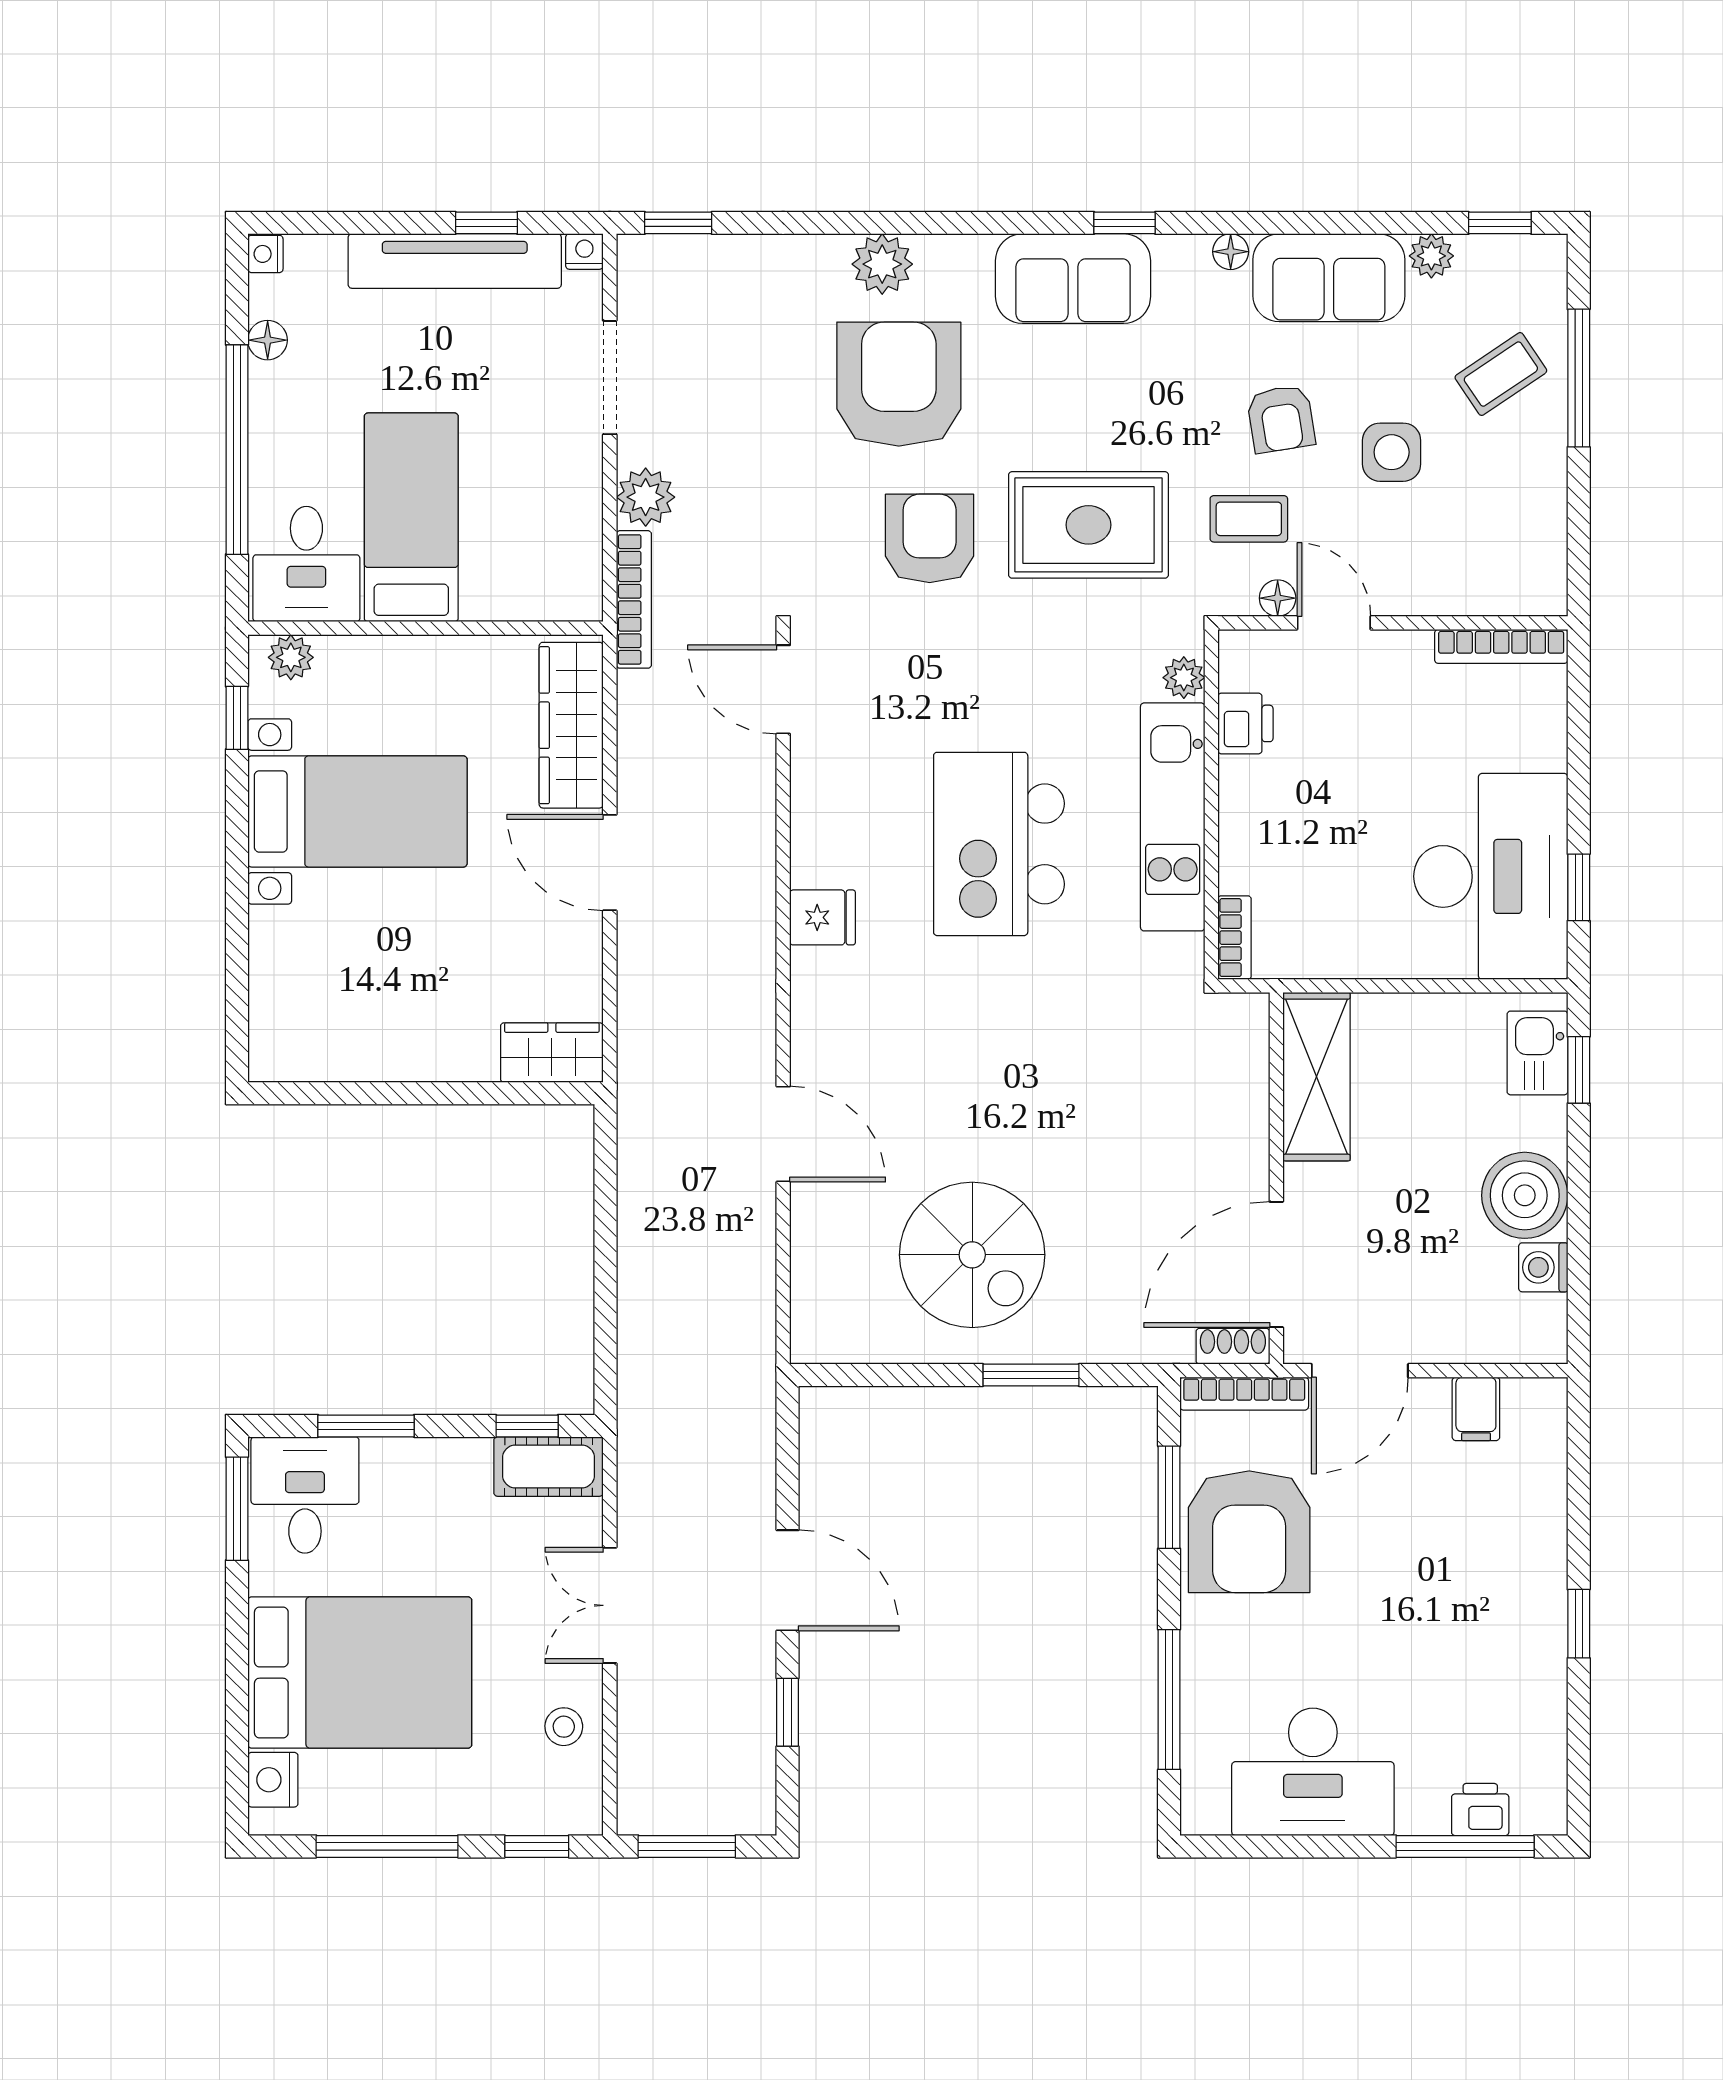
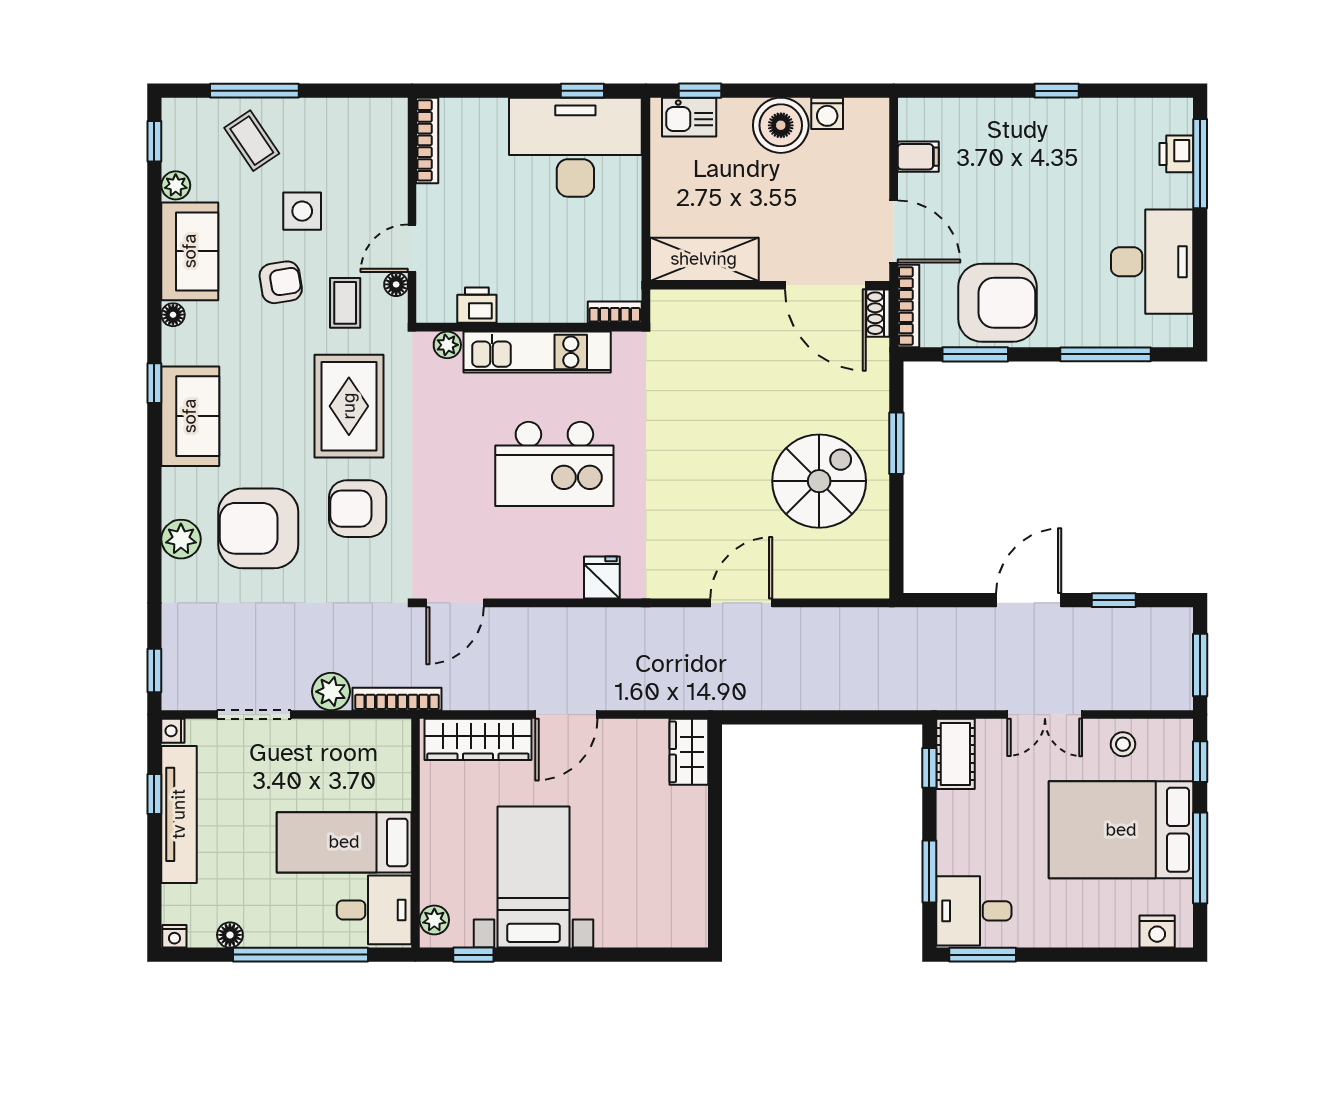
bed: (360, 1673) -> (1121, 830), moved, turned -90

